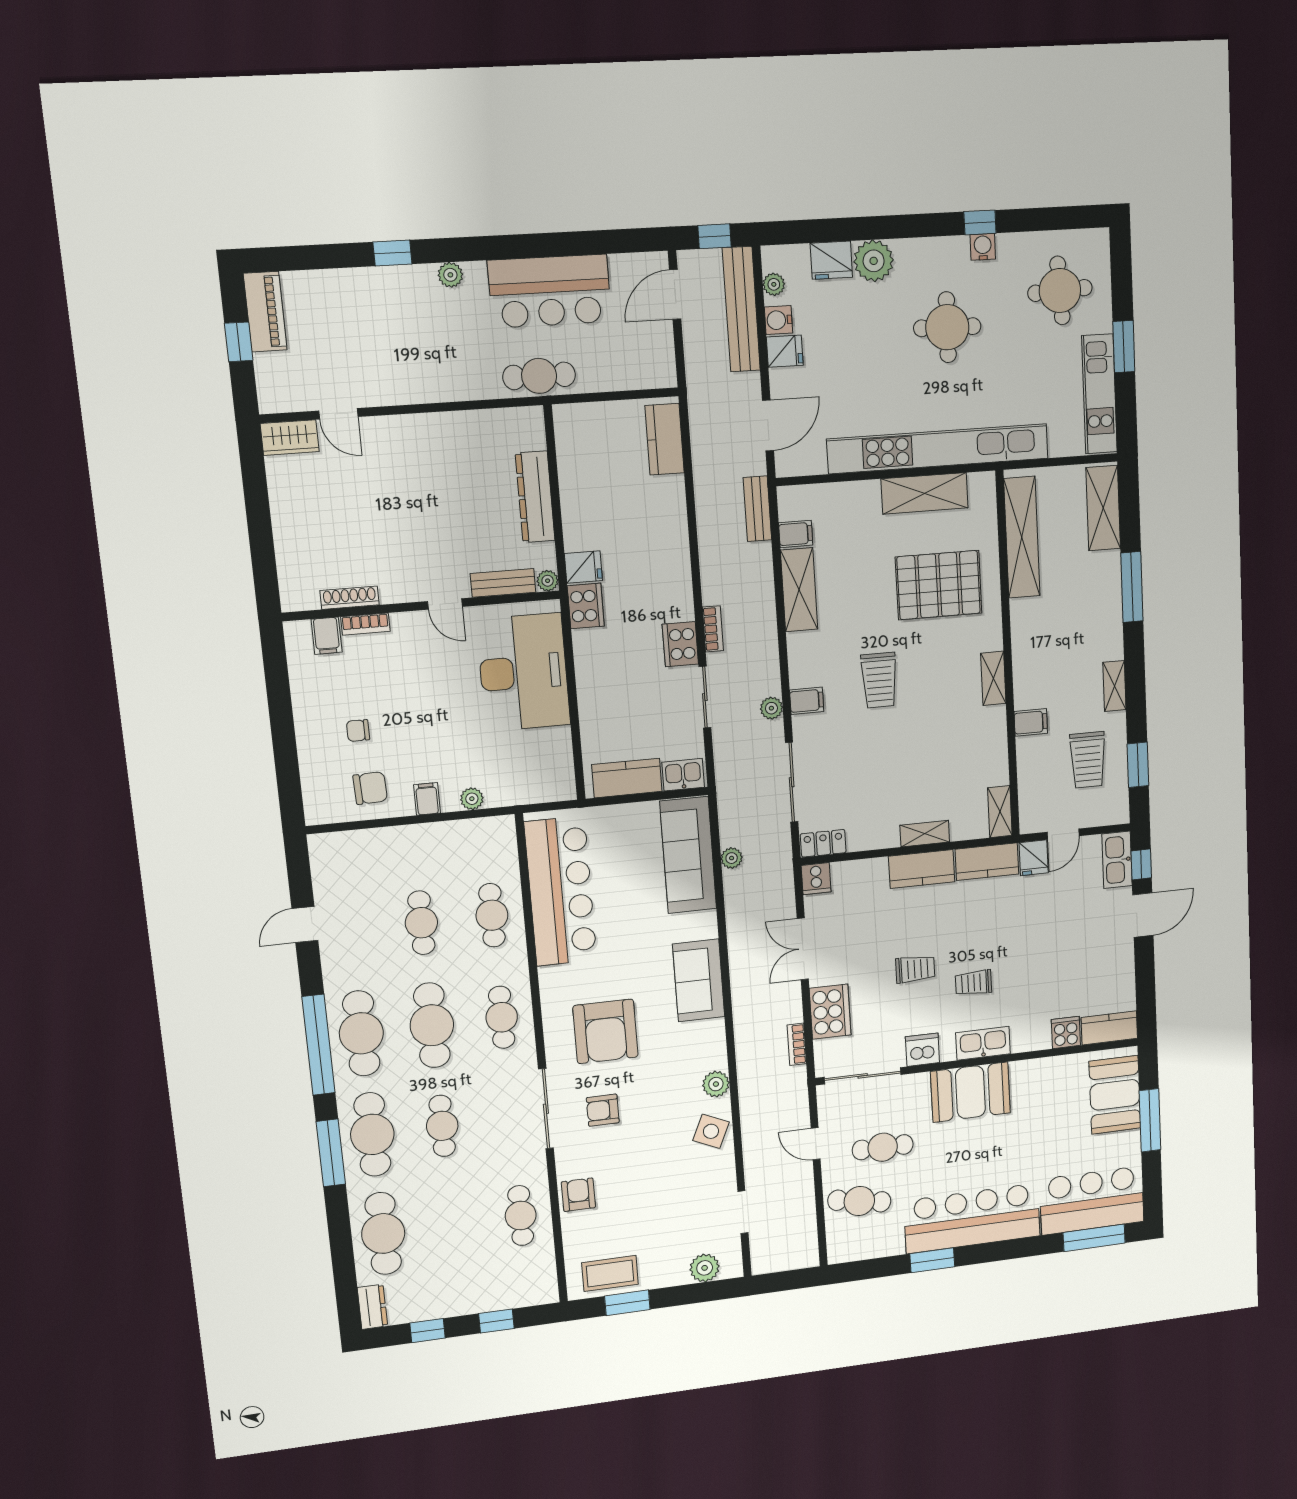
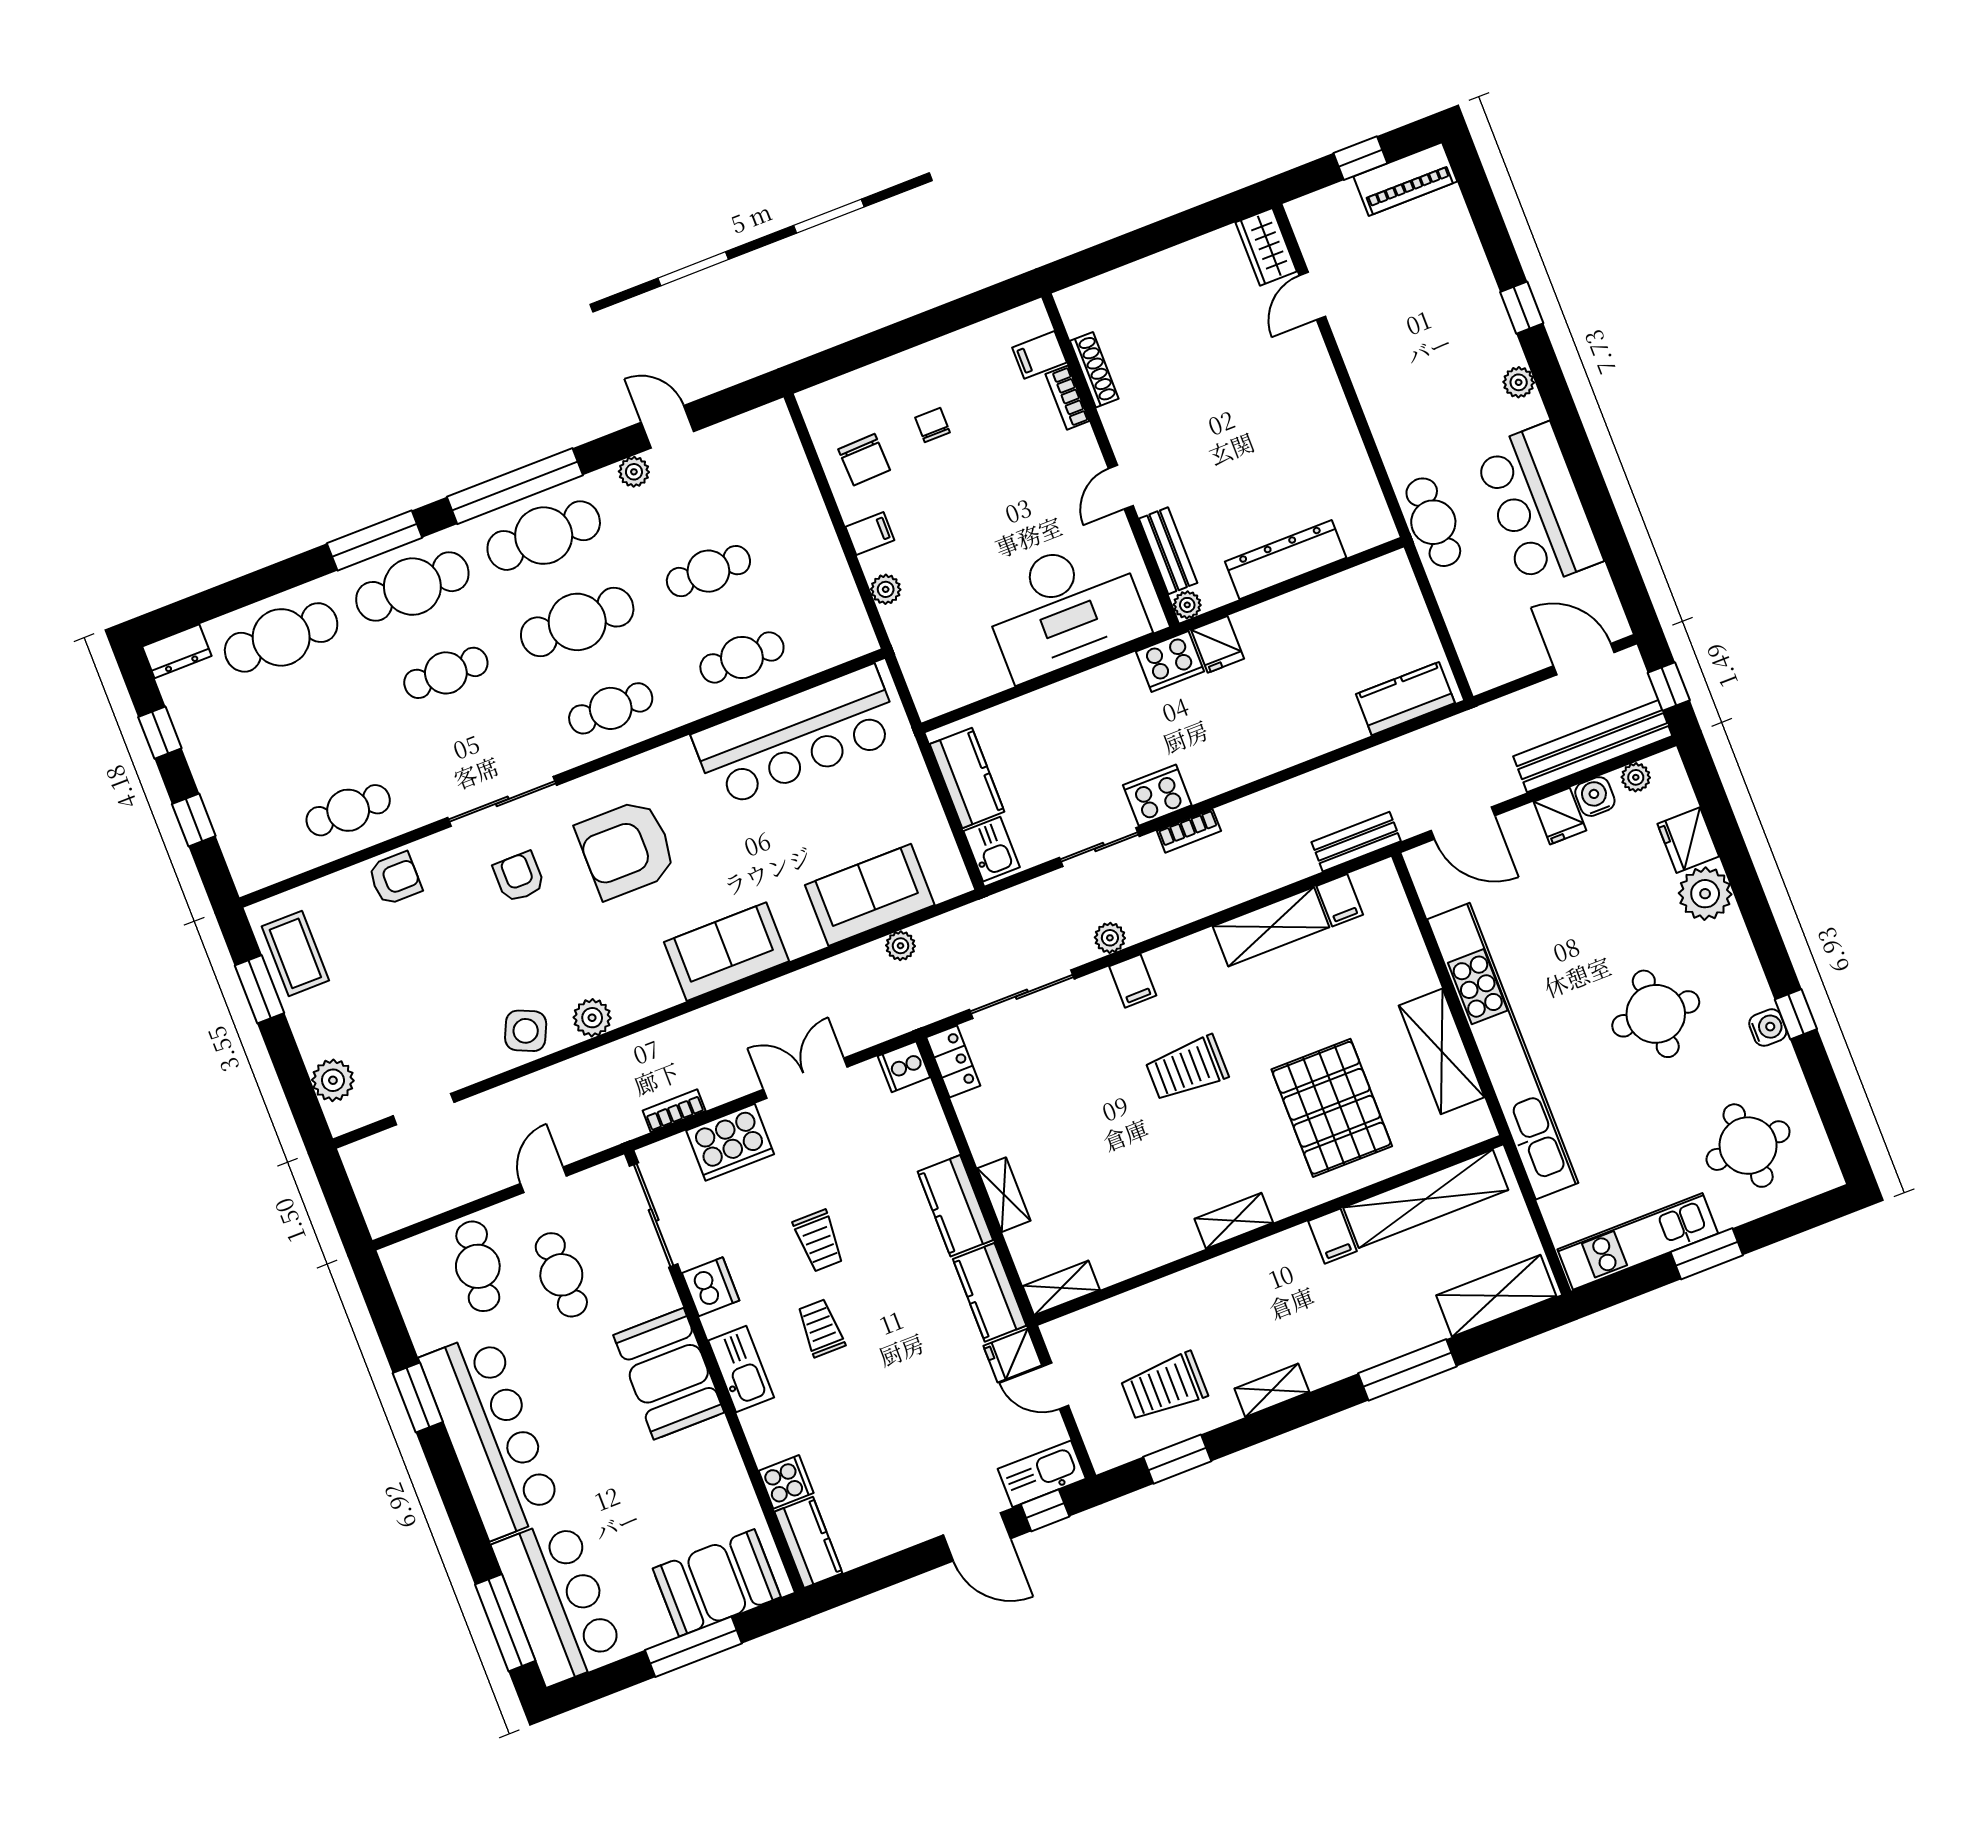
filing cabinet: (1031, 722) -> (1333, 1236), moved
sofa: (688, 855) -> (870, 895), width x0.73
plant: (332, 957) -> (634, 472), added

